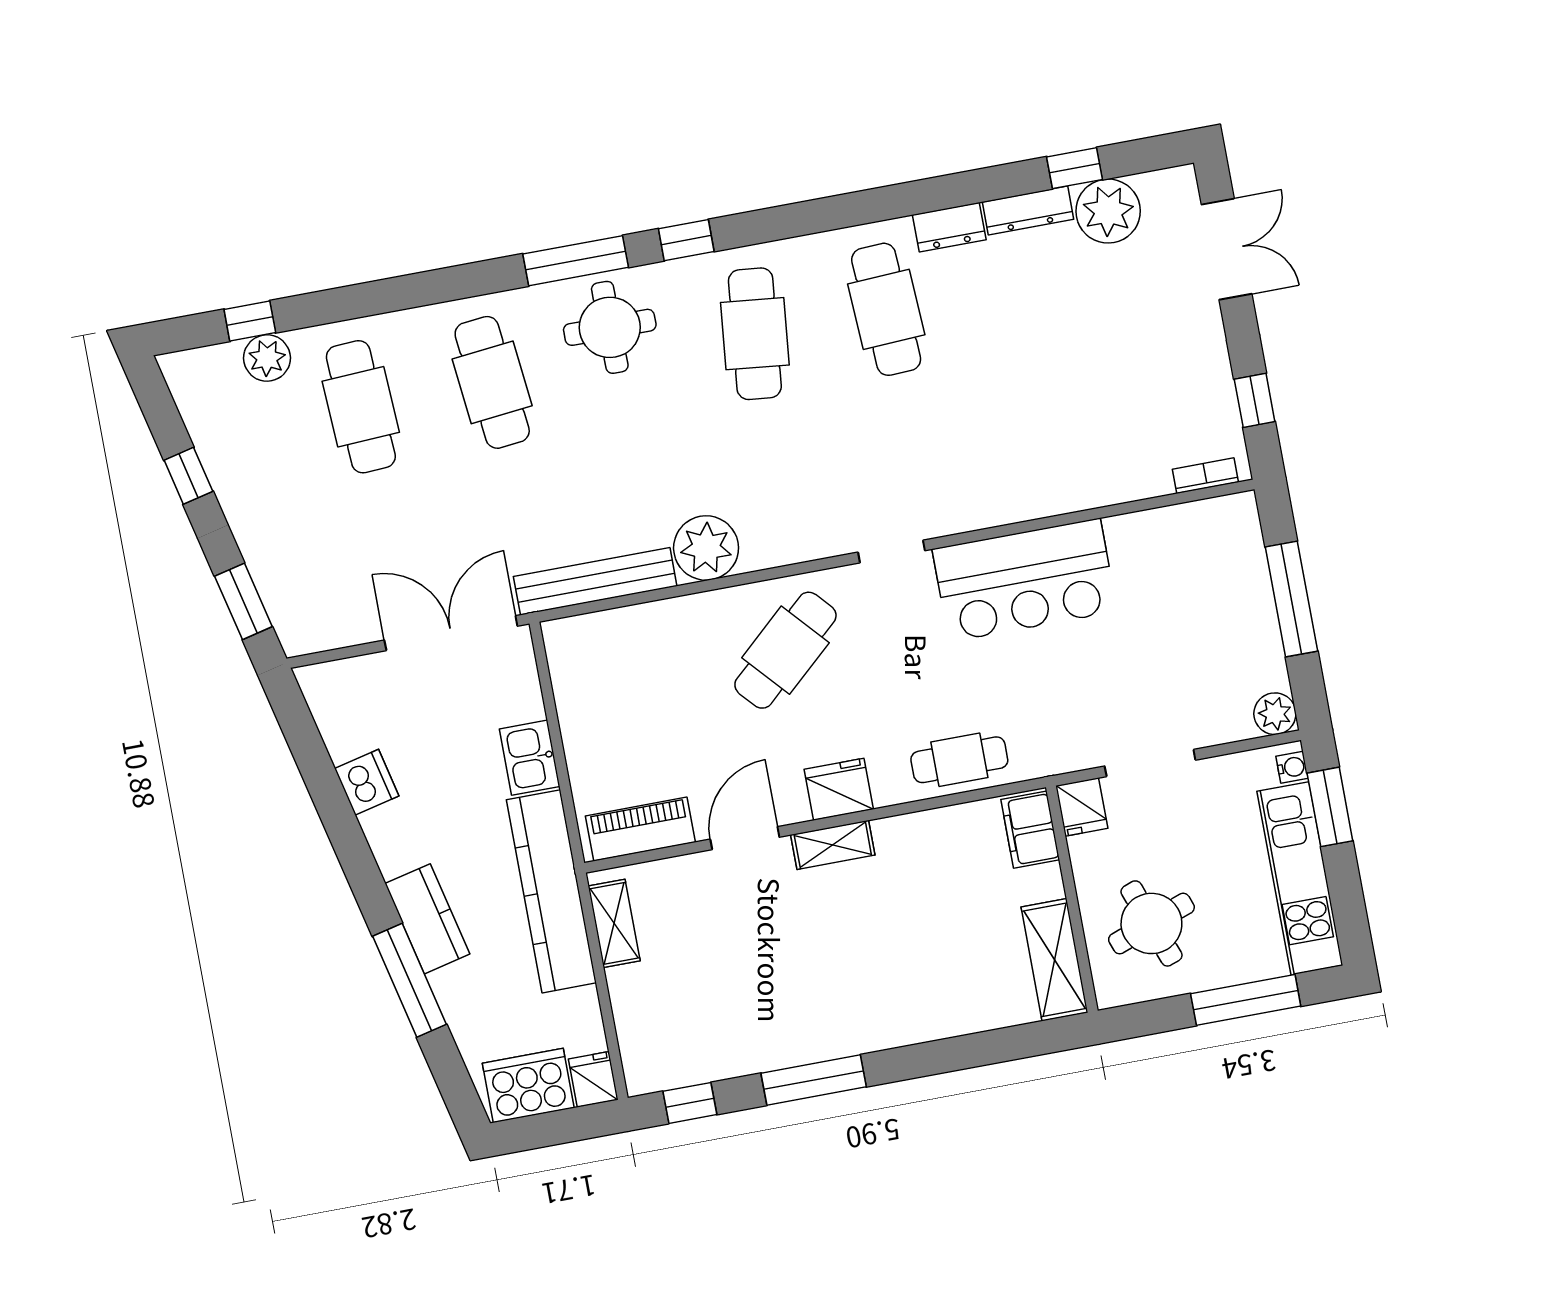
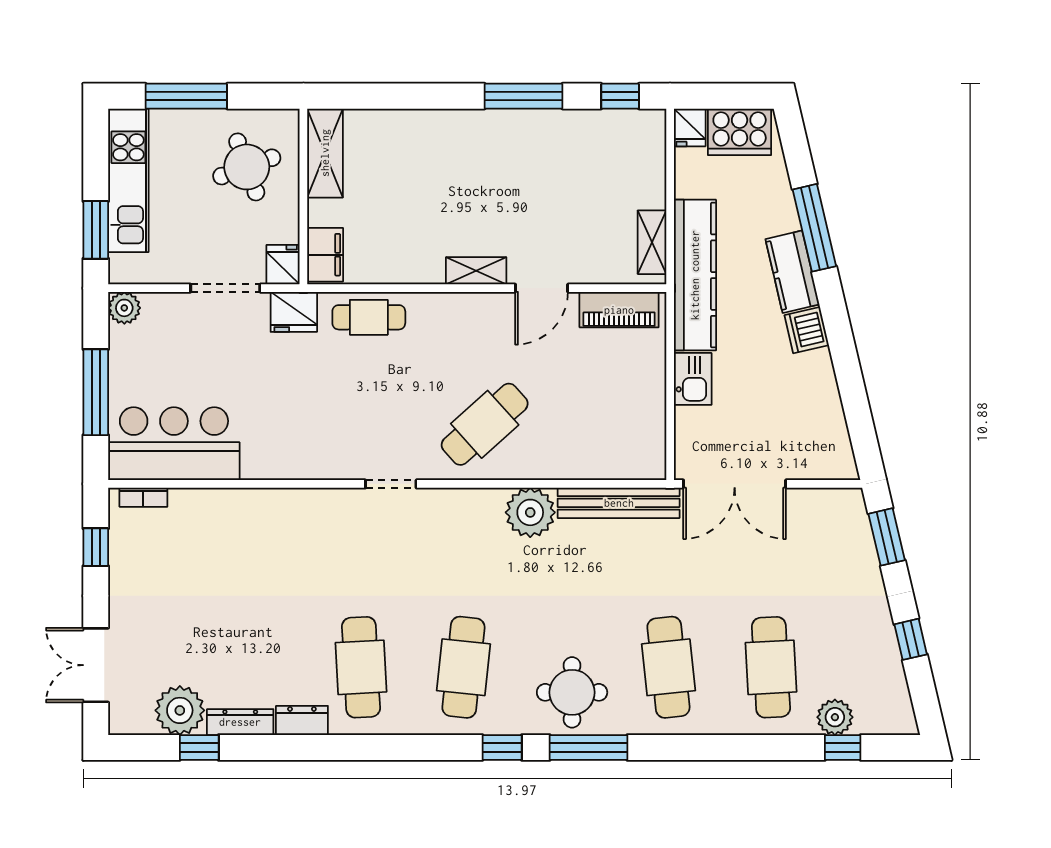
bar counter: (1025, 580) -> (174, 444), moved
water cooler: (1292, 767) -> (119, 265), removed
dishwasher: (367, 782) -> (807, 330), moved
fridge: (839, 789) -> (294, 312), moved

